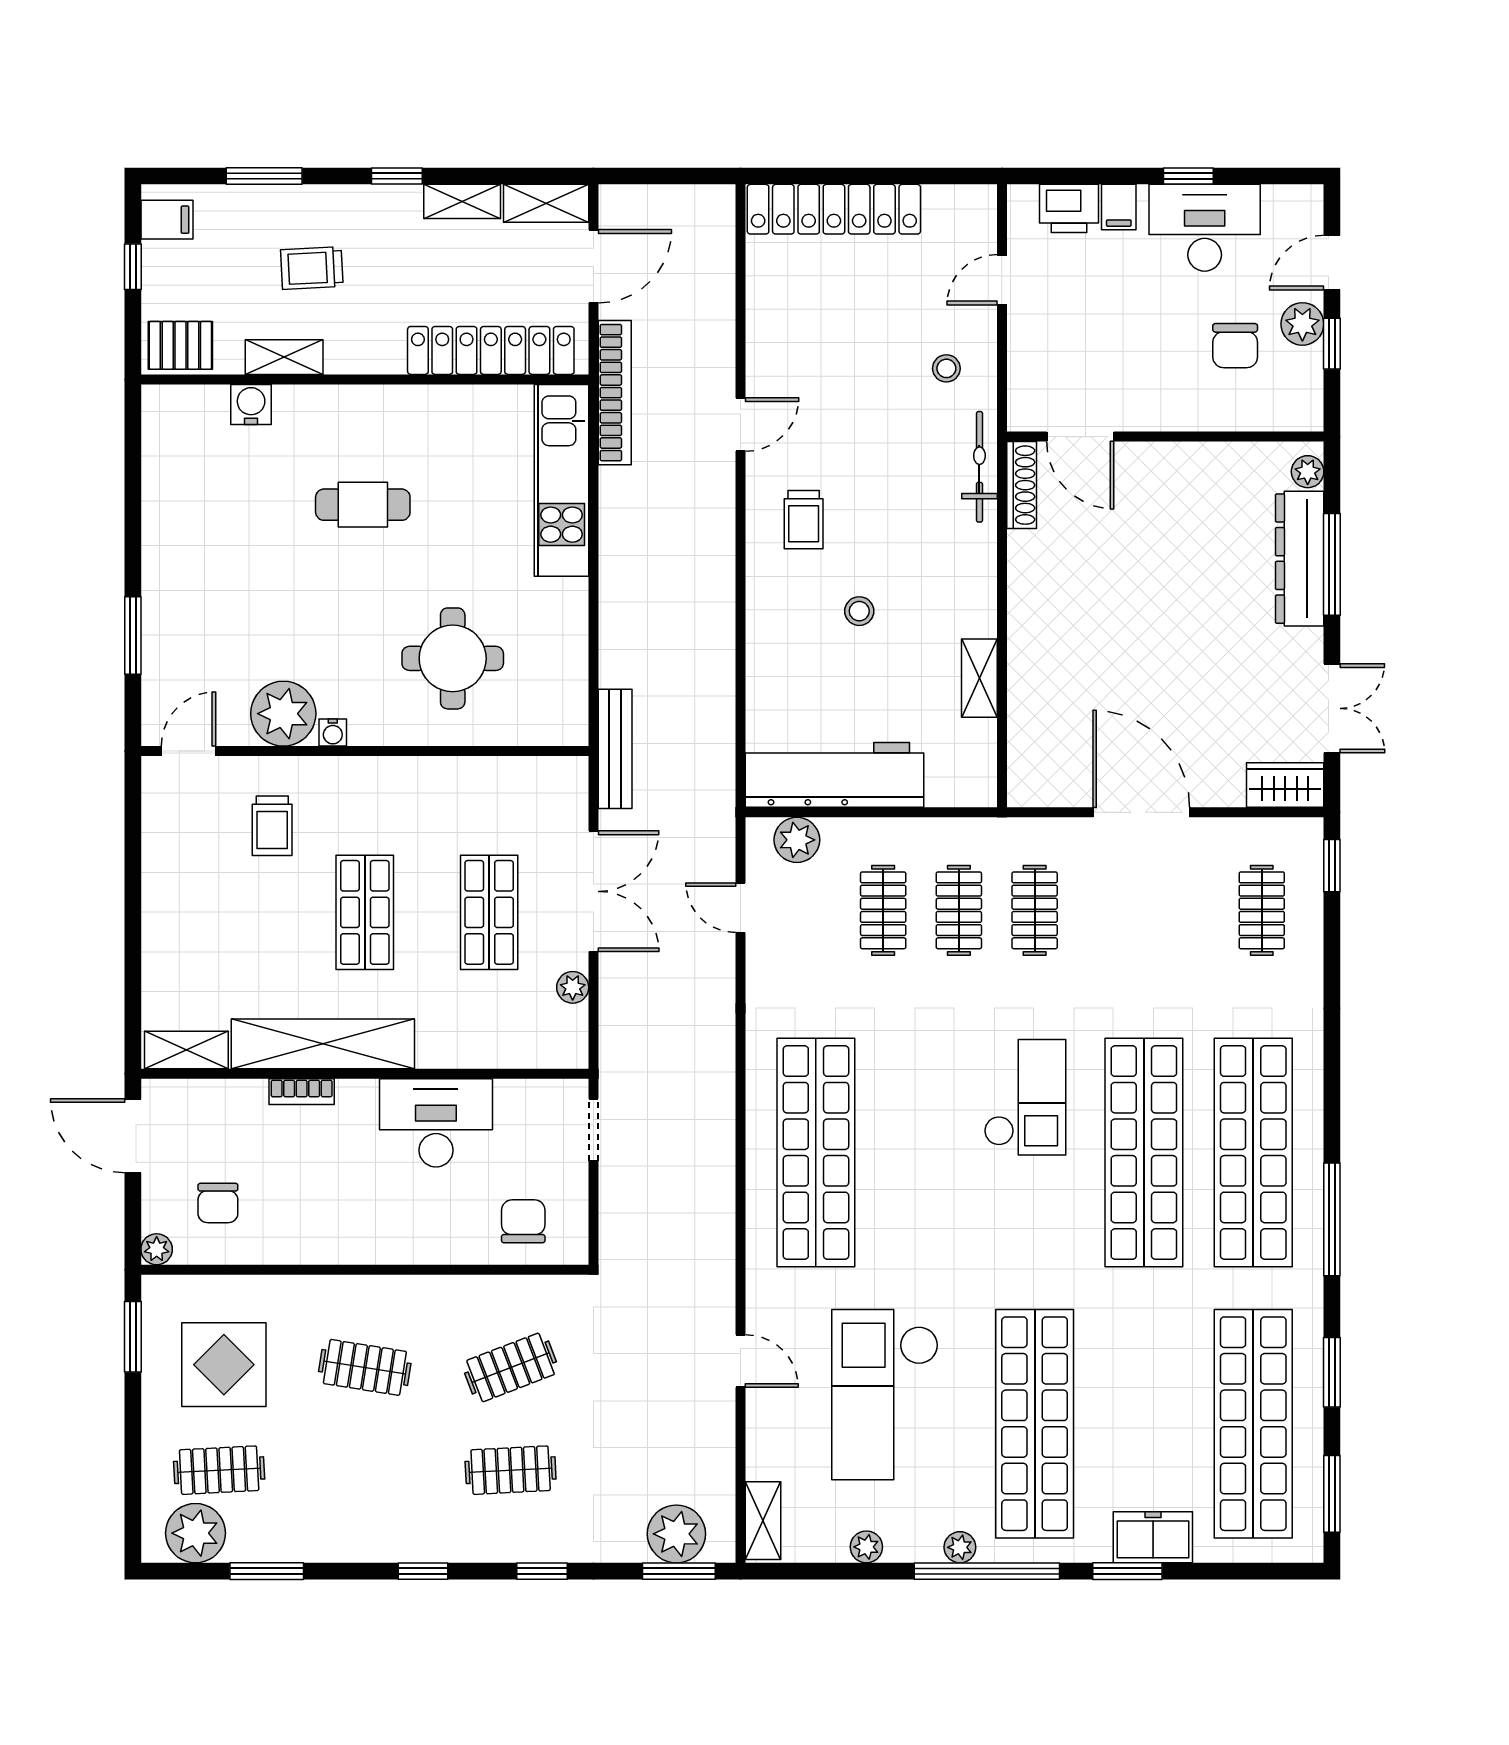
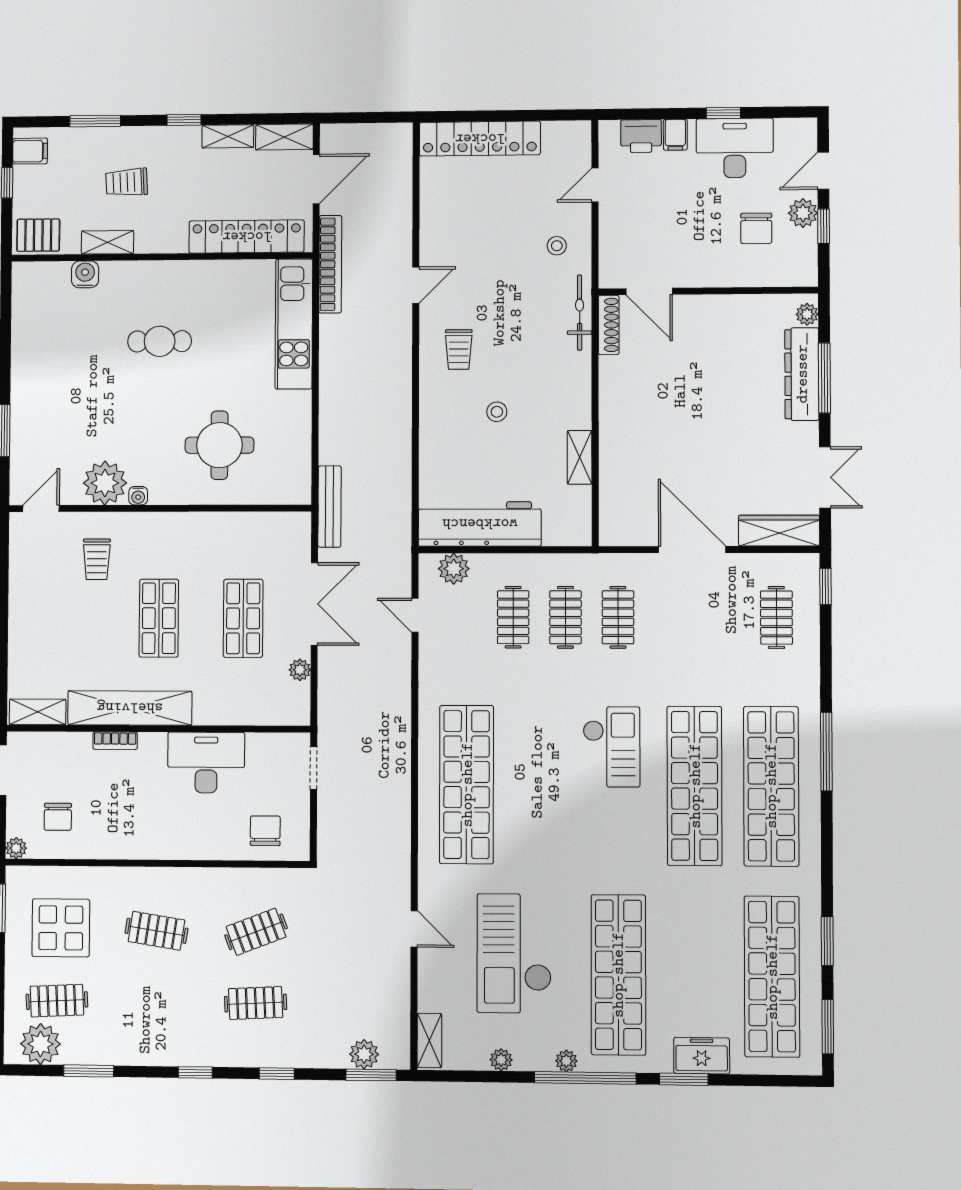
wardrobe: (1285, 785) -> (779, 531), width x1.50
window: (1332, 1219) -> (826, 752), moved
plant: (676, 1534) -> (364, 1054), width x0.73, depth x0.73

